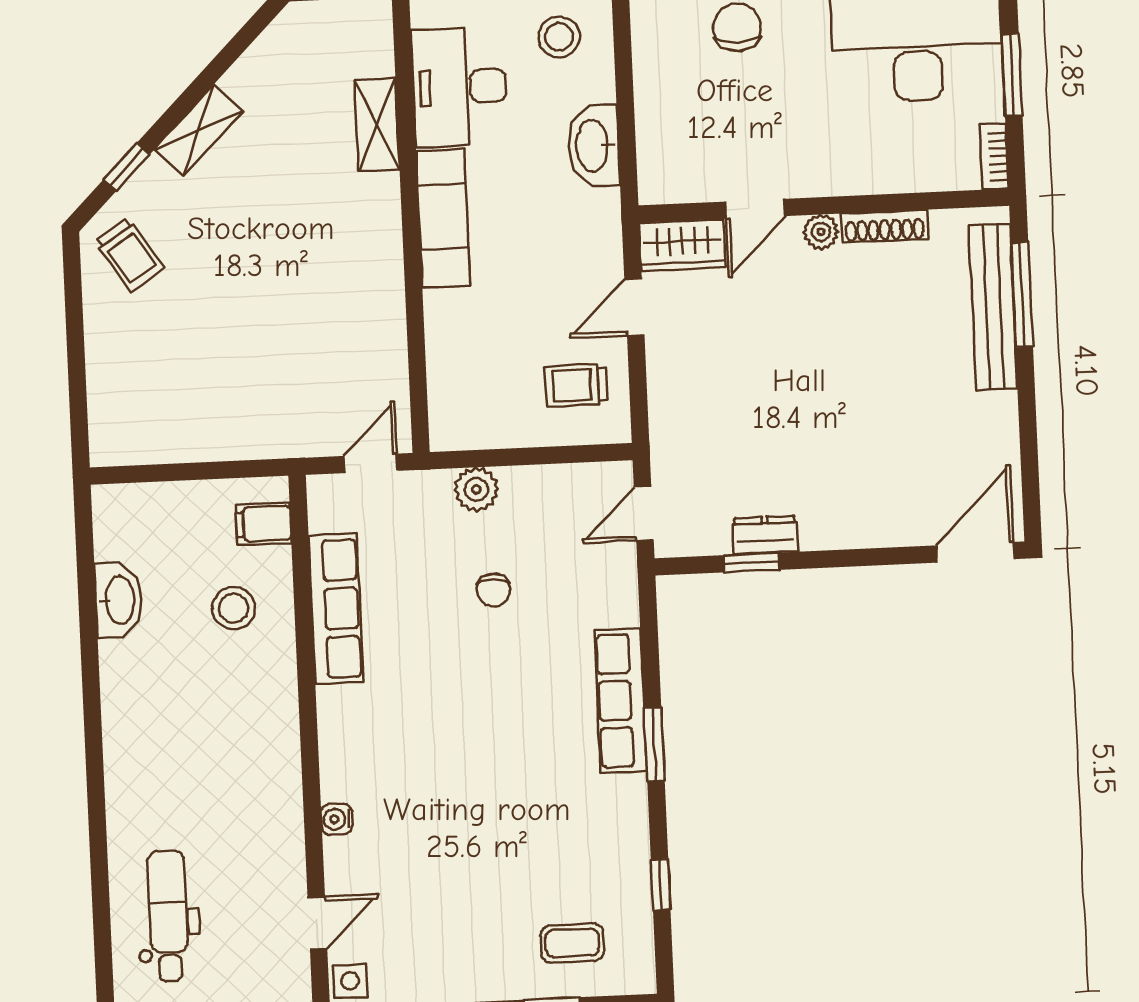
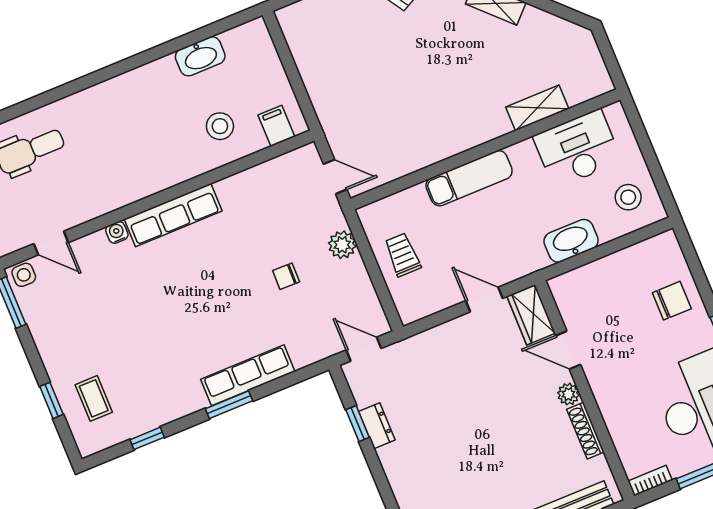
exam couch: (443, 218) -> (469, 178), moved
trolley: (576, 385) -> (403, 255), moved
row of seats: (336, 609) -> (173, 215), moved

